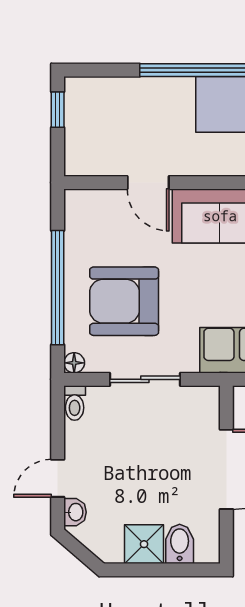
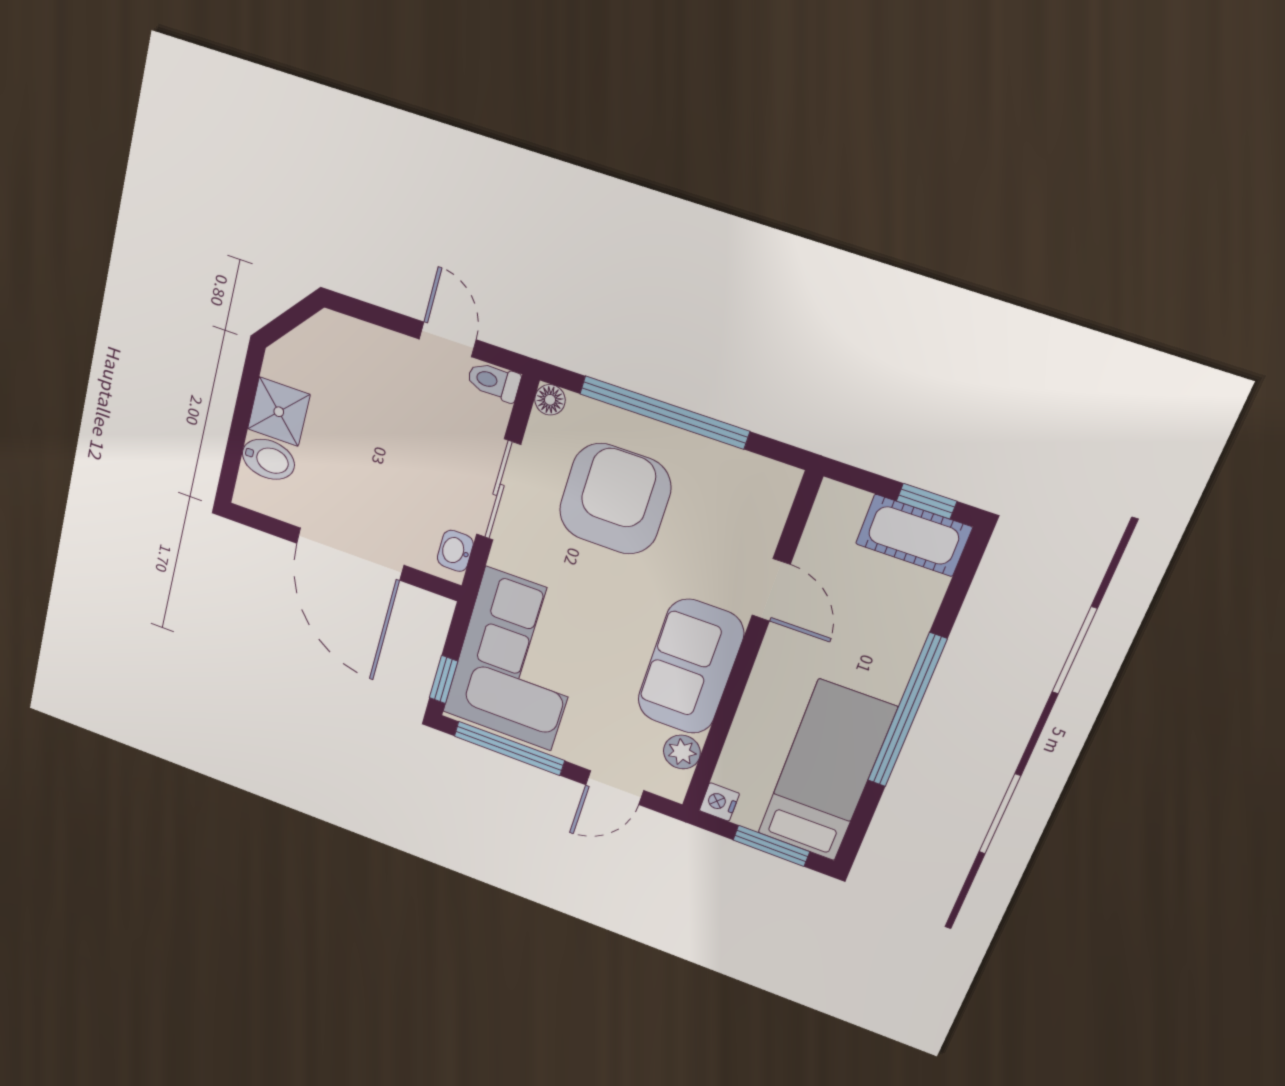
cot: (82, 109) -> (914, 535), added
door: (148, 183) -> (771, 590), swing flipped
door: (58, 478) -> (448, 339), moved
washbasin: (75, 512) -> (455, 551), moved, turned 90

